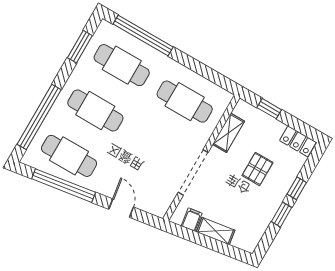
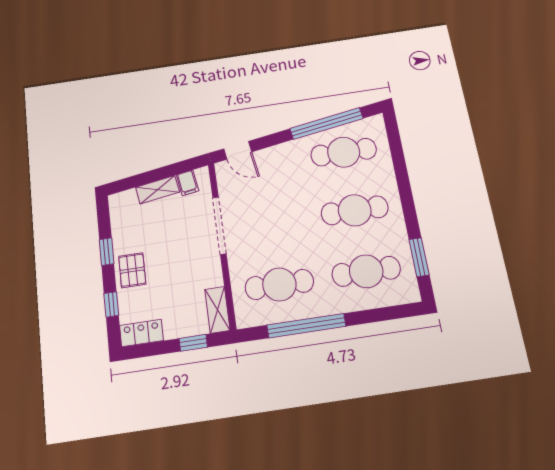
window: (143, 35) -> (306, 326), moved
window: (39, 117) -> (400, 165), removed
shelving: (229, 133) -> (217, 310), moved
pallet: (257, 169) -> (132, 270), moved
window: (297, 188) -> (111, 304), moved
door: (121, 208) -> (238, 150), moved

